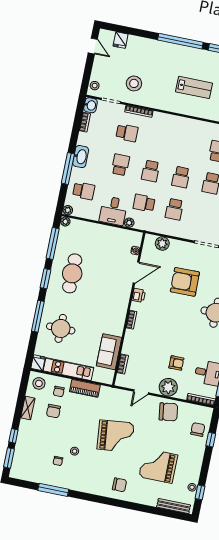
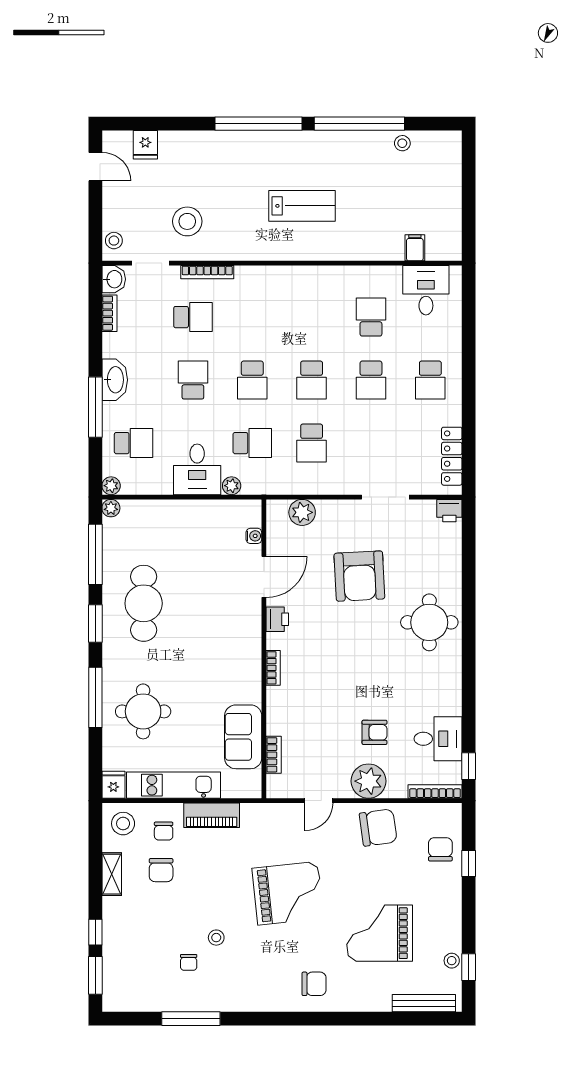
school desk: (144, 203) -> (252, 443), turned 180
armchair: (185, 282) -> (359, 576), turned -92

